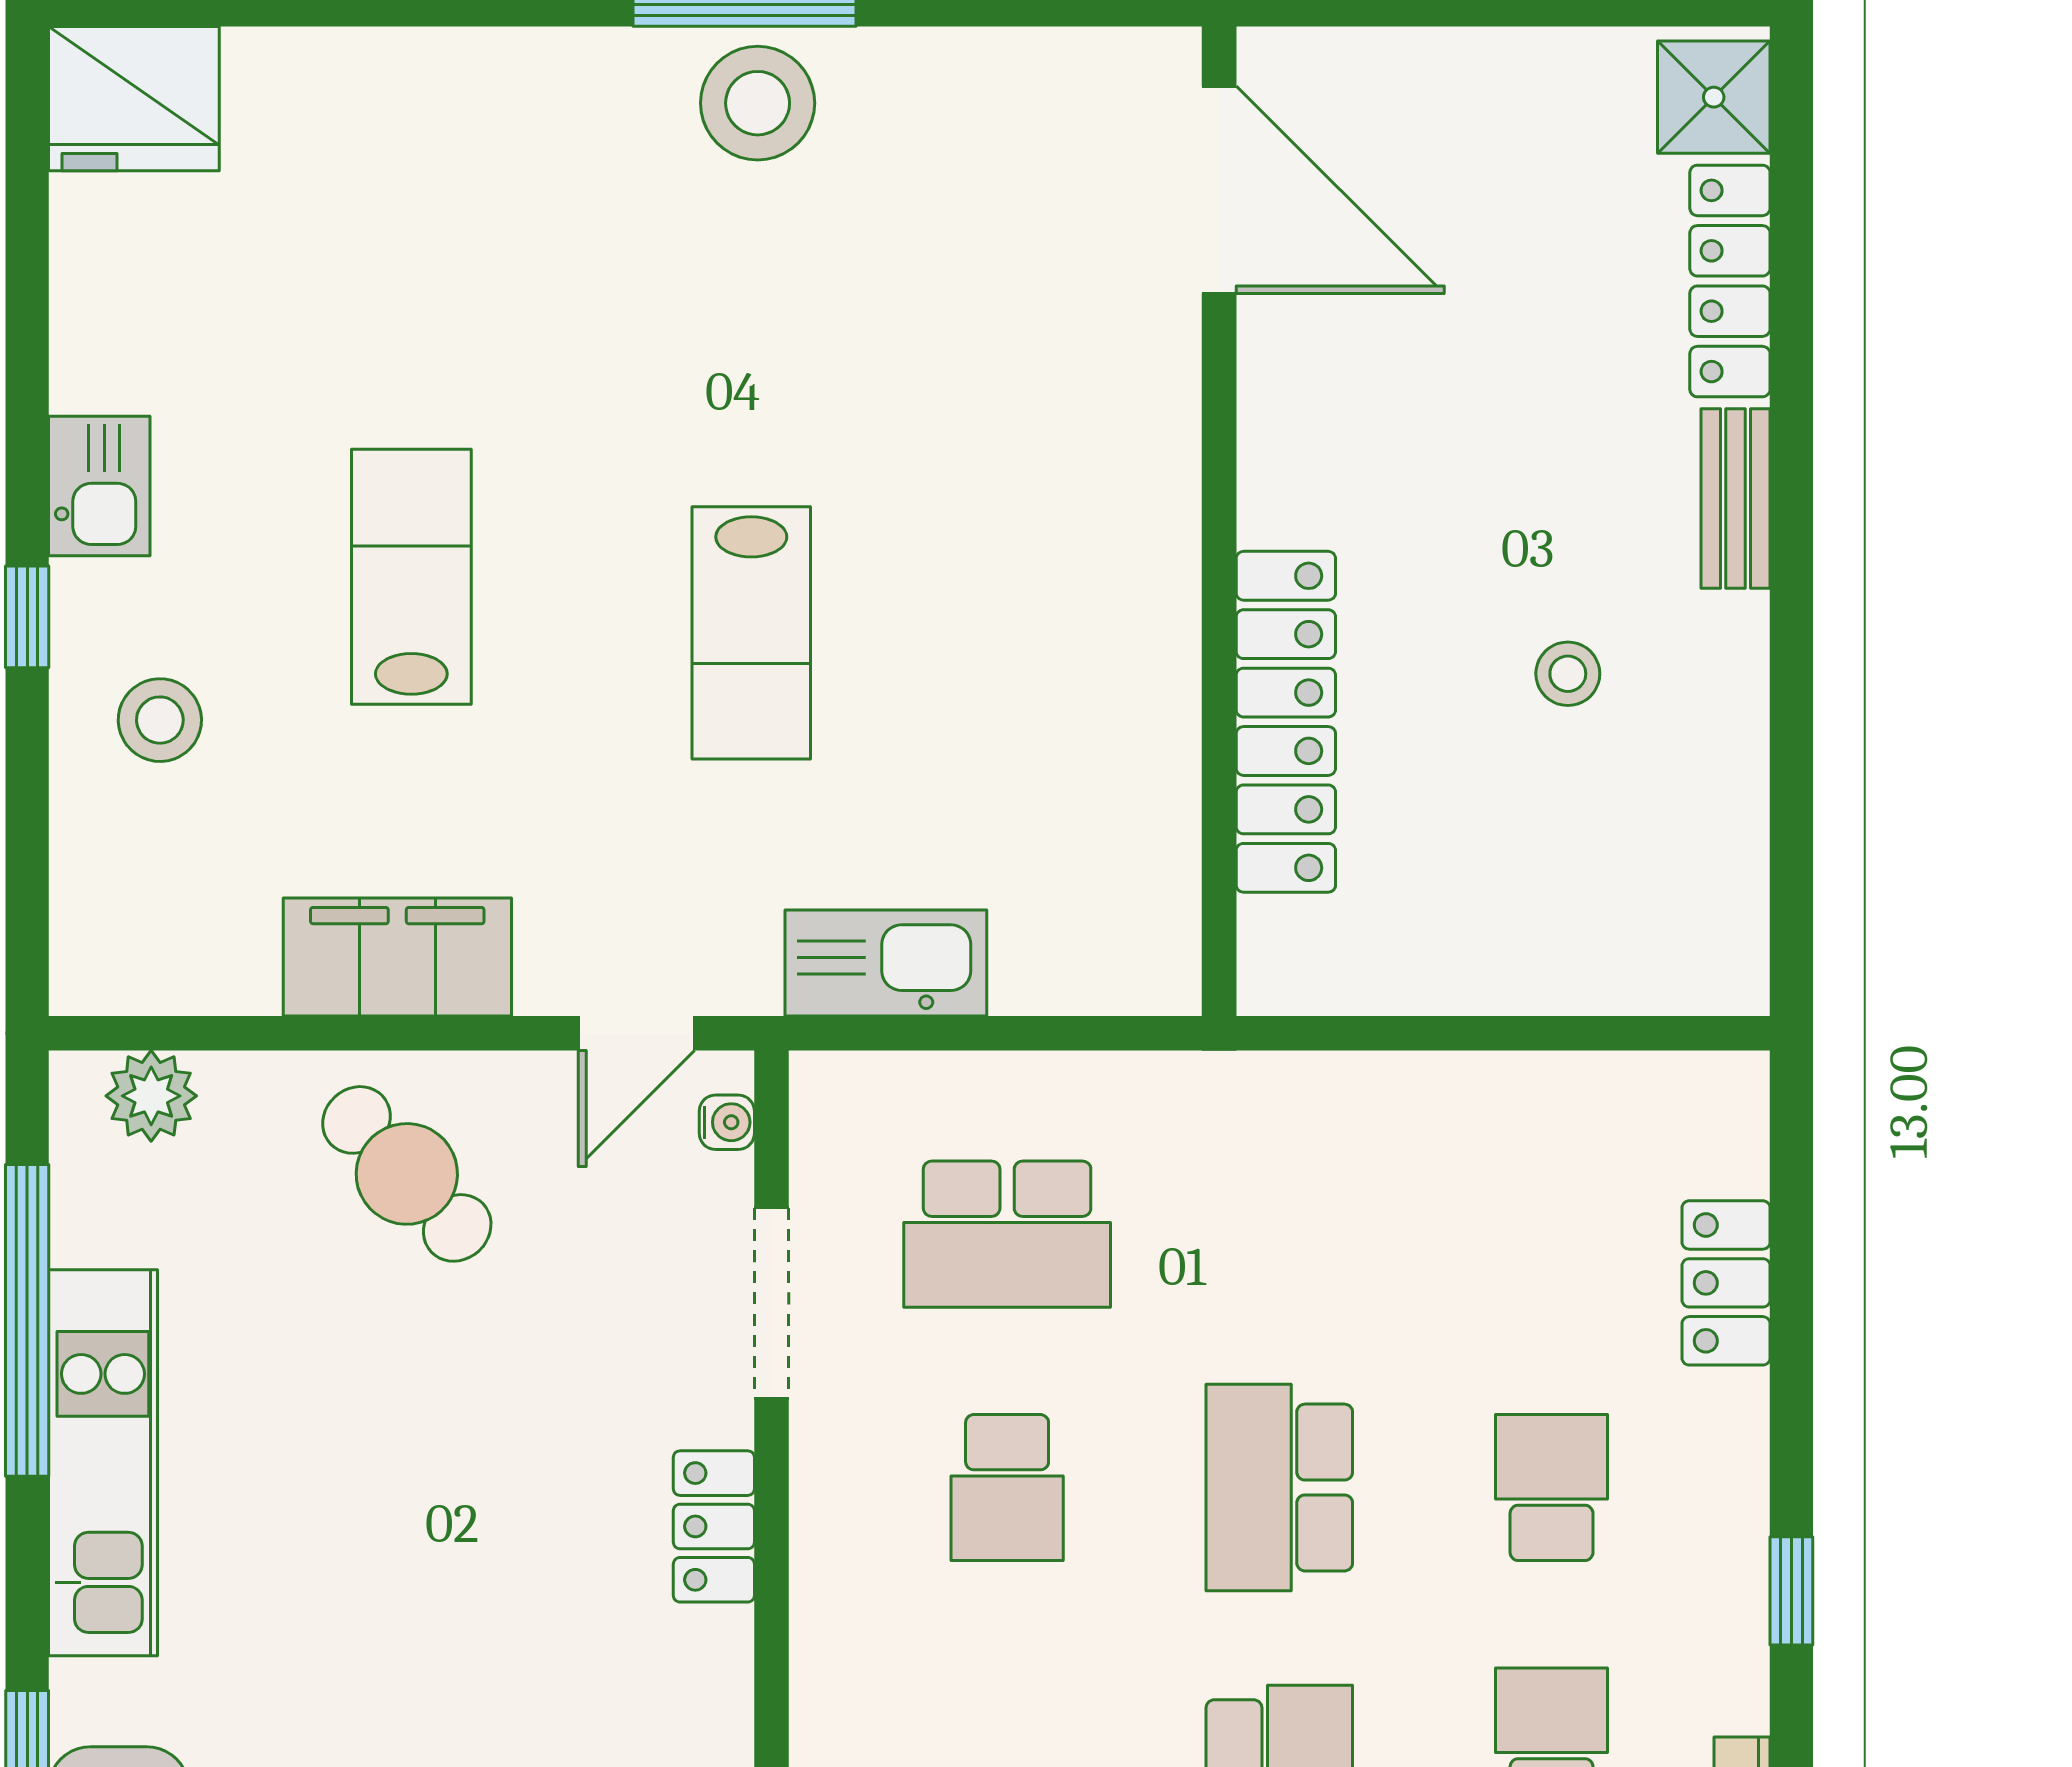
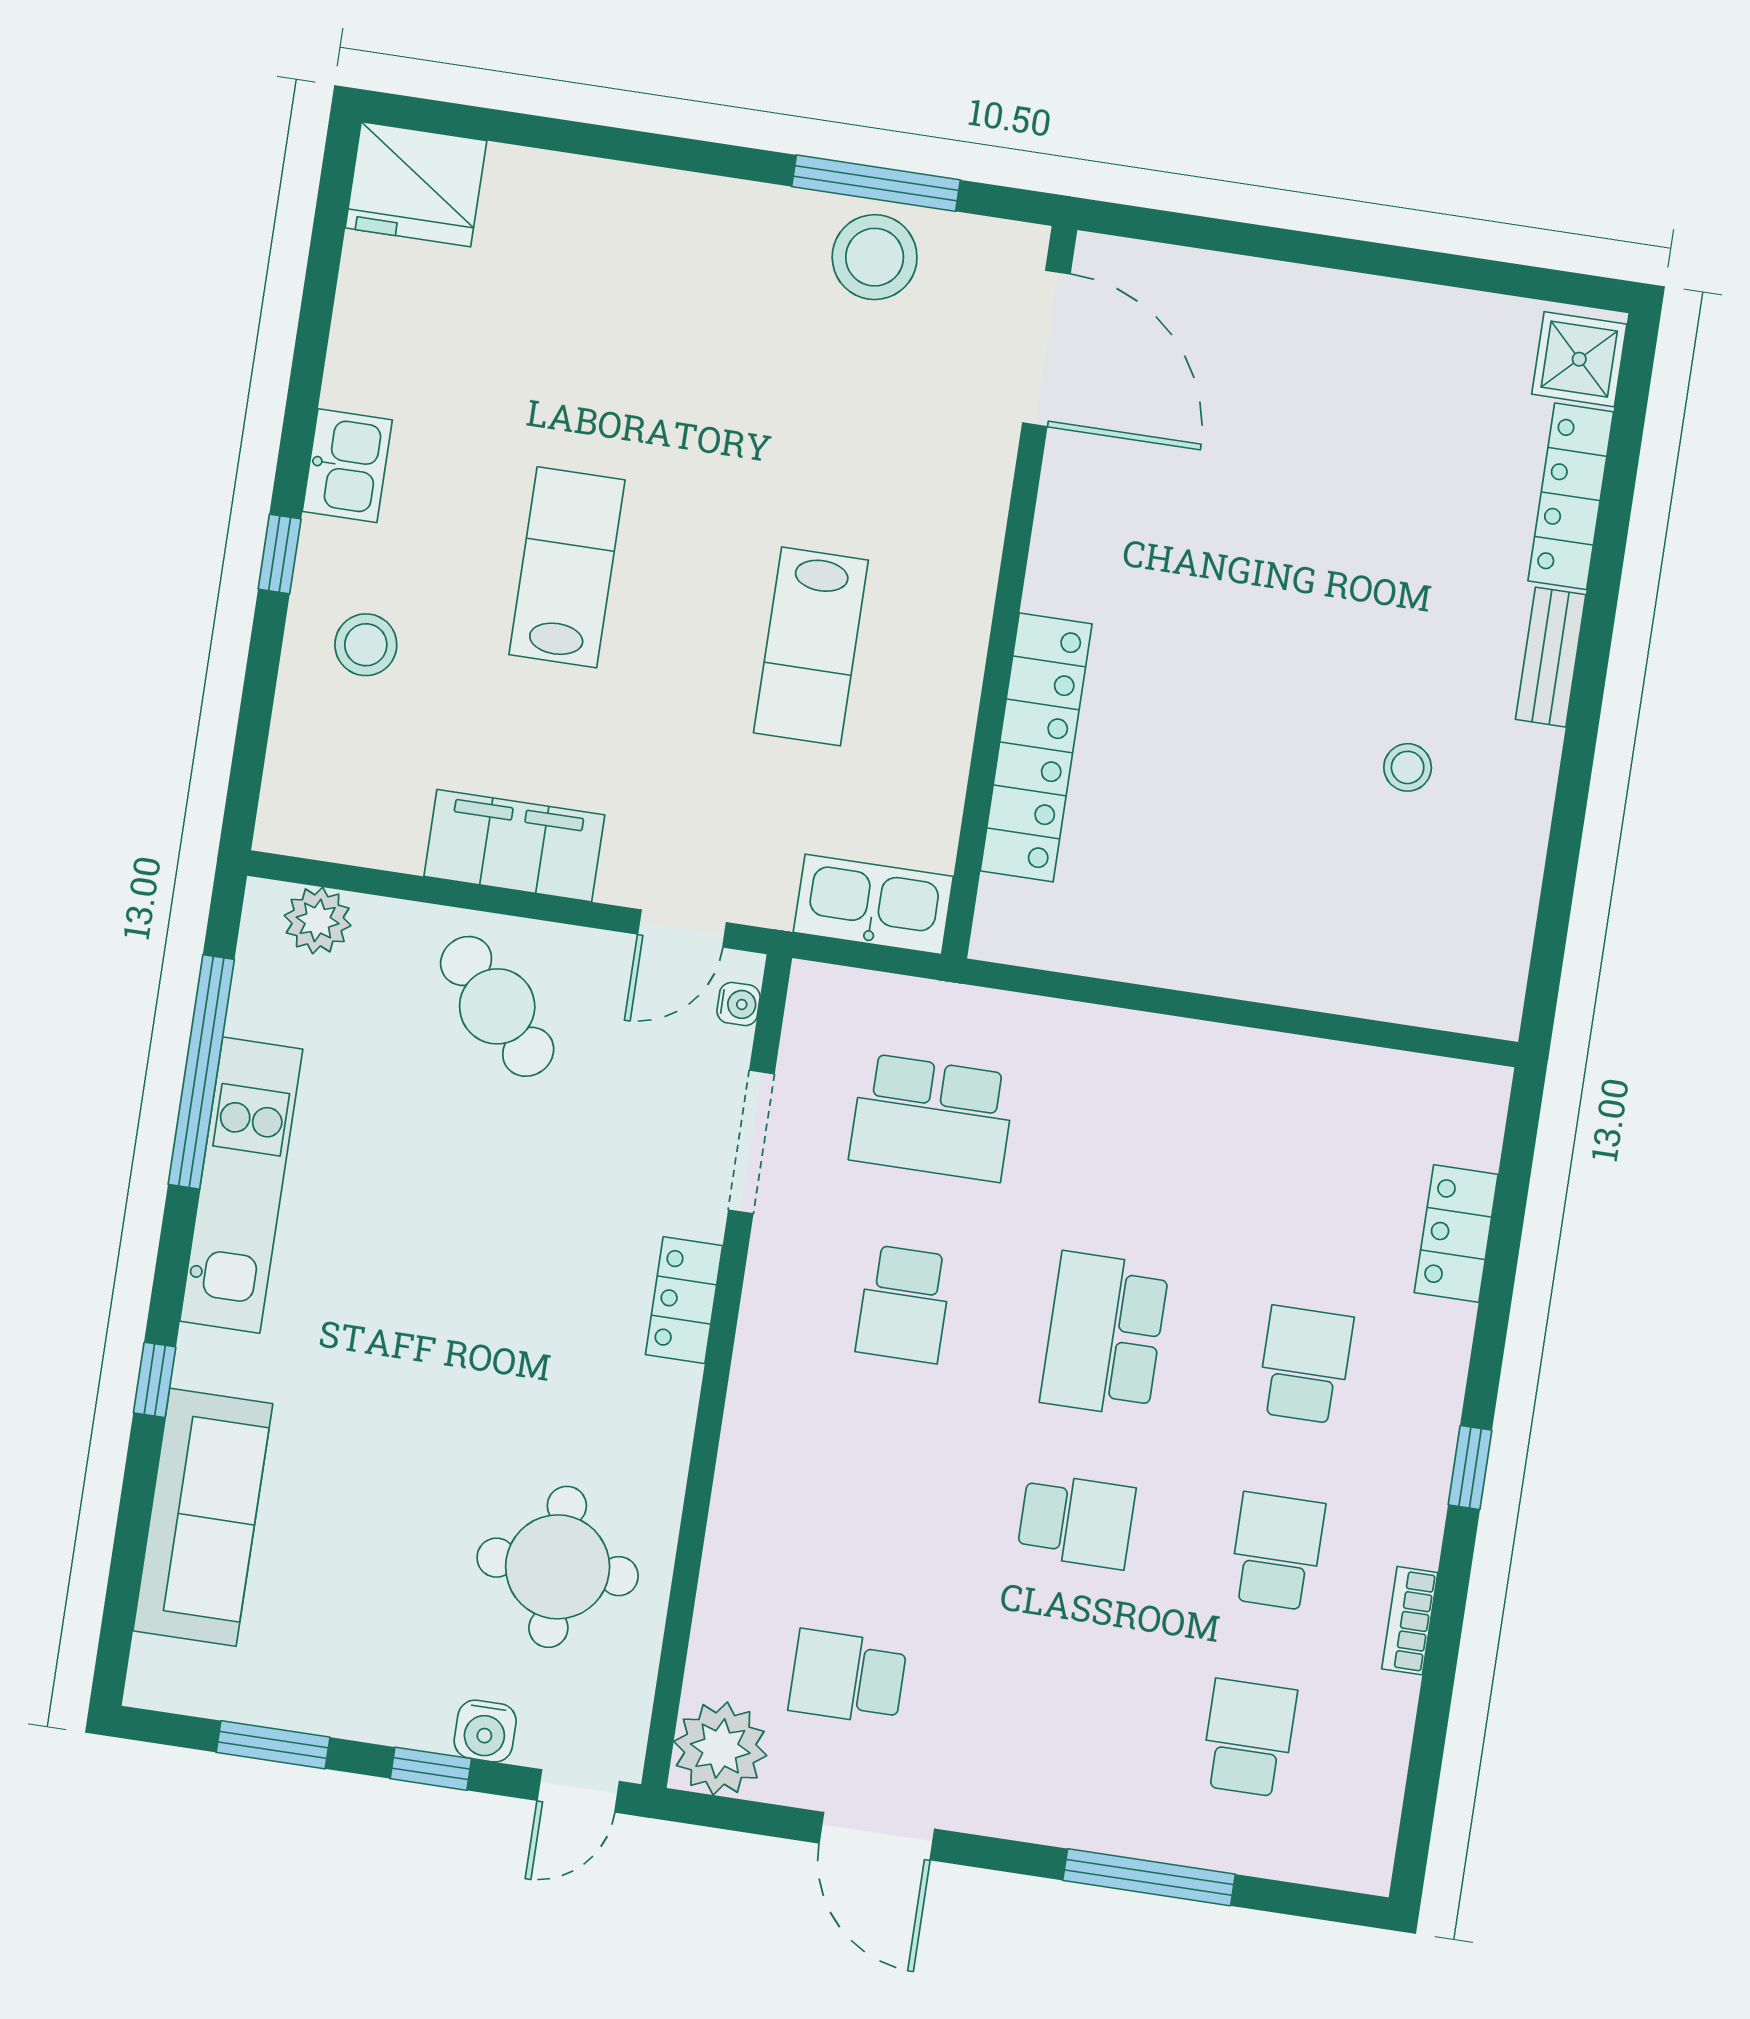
door: (1219, 190) -> (1046, 348), moved
wall: (1219, 521) -> (1009, 592), moved
locker: (1286, 722) -> (1036, 747), moved

